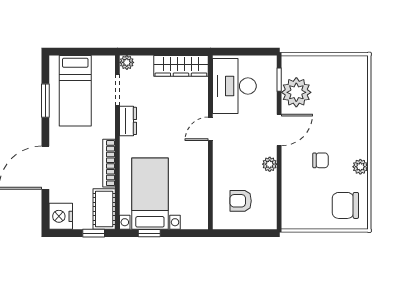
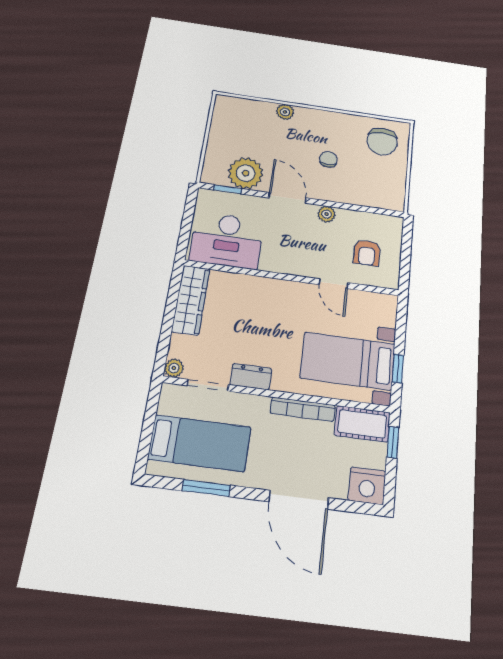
door: (210, 129) -> (333, 284), moved
plant: (360, 167) -> (285, 112), moved

